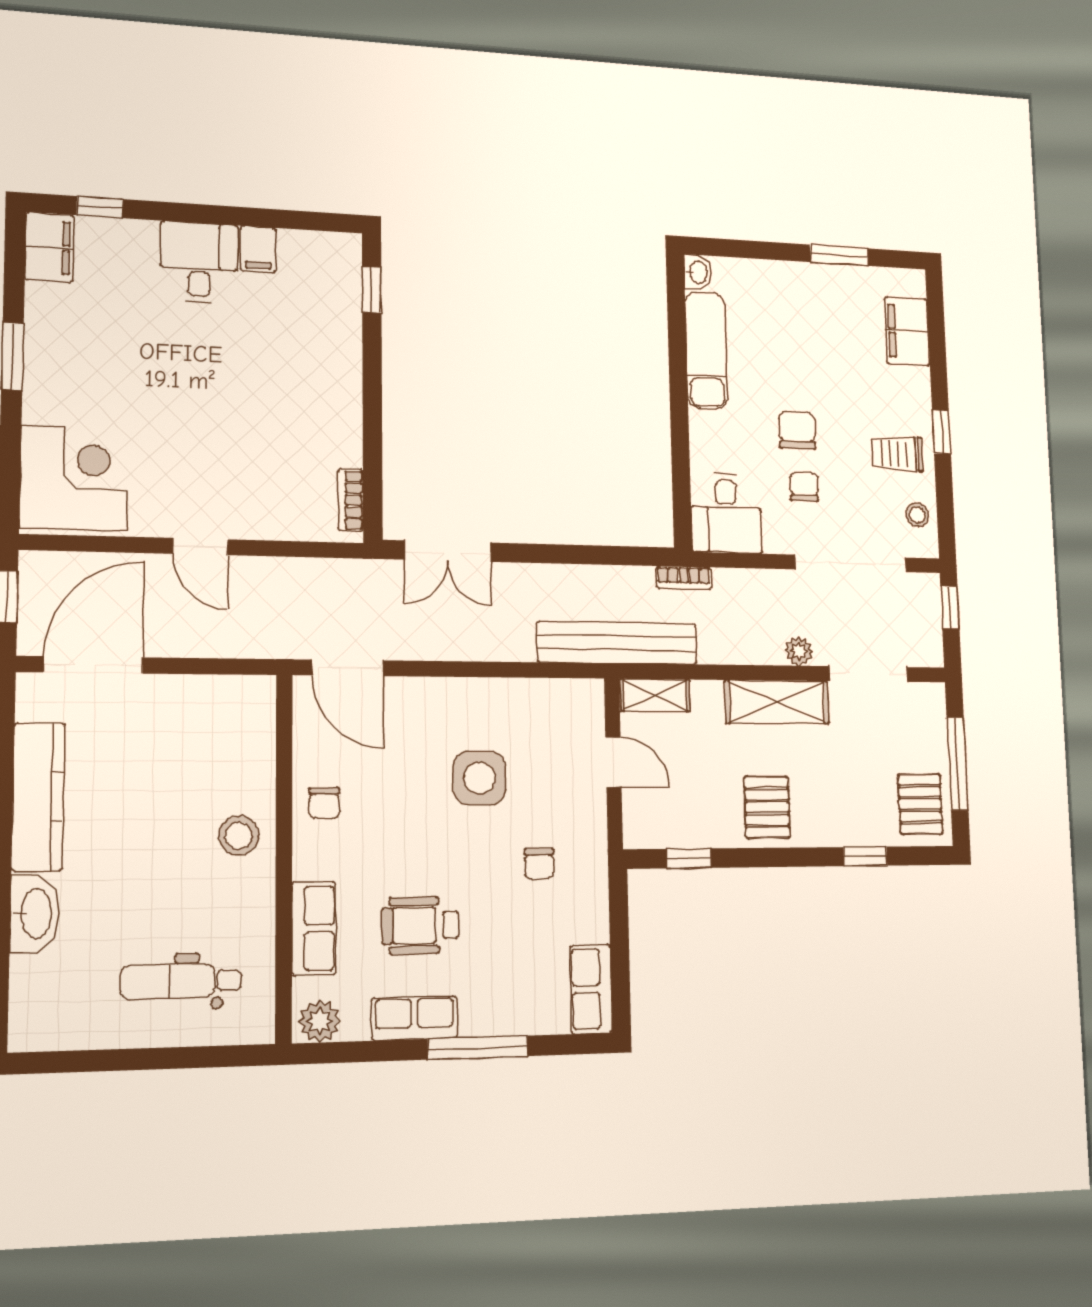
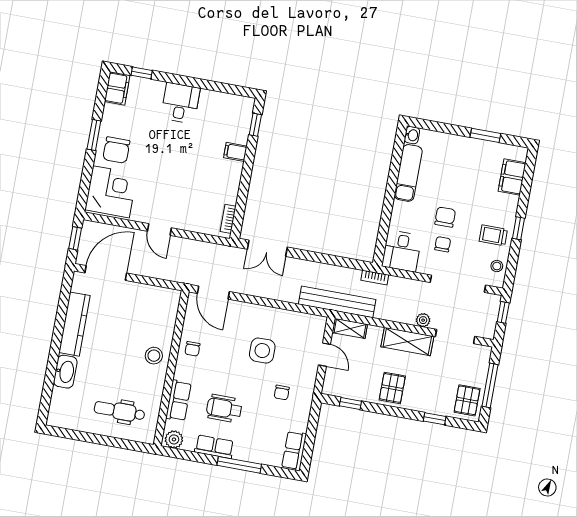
filing cabinet: (258, 249) -> (235, 152), moved, turned 90
chair: (71, 383) -> (116, 150), added

